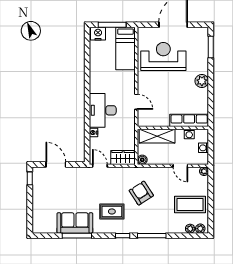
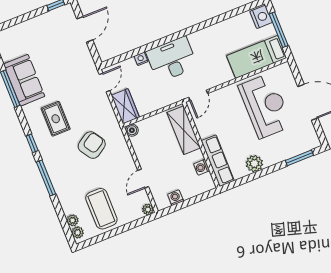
row of seats: (189, 120) -> (218, 161), moved
wall: (173, 128) -> (201, 145), moved
washing machine: (189, 134) -> (202, 167), moved
shelving: (157, 136) -> (184, 130), moved

